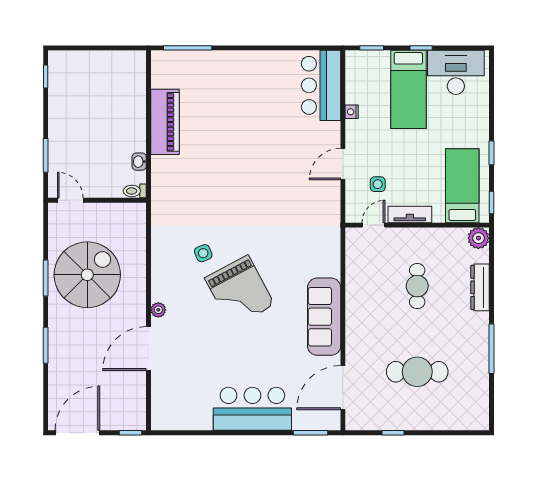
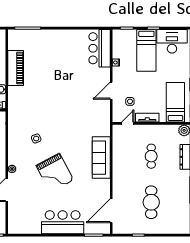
grand piano: (240, 291) -> (55, 173), moved
sofa: (324, 317) -> (101, 158), moved
cafe table: (417, 372) -> (151, 202), turned 90

